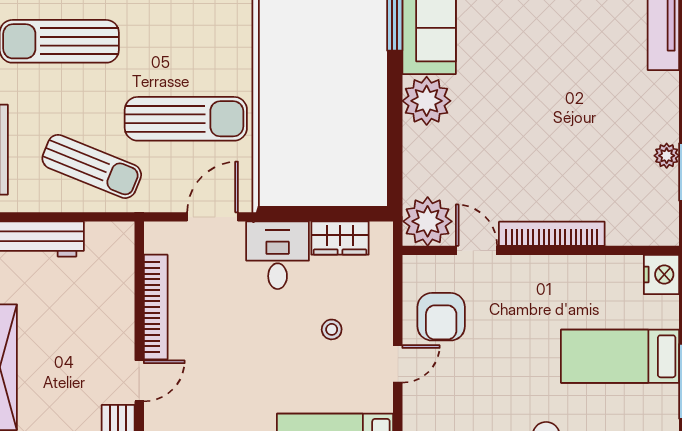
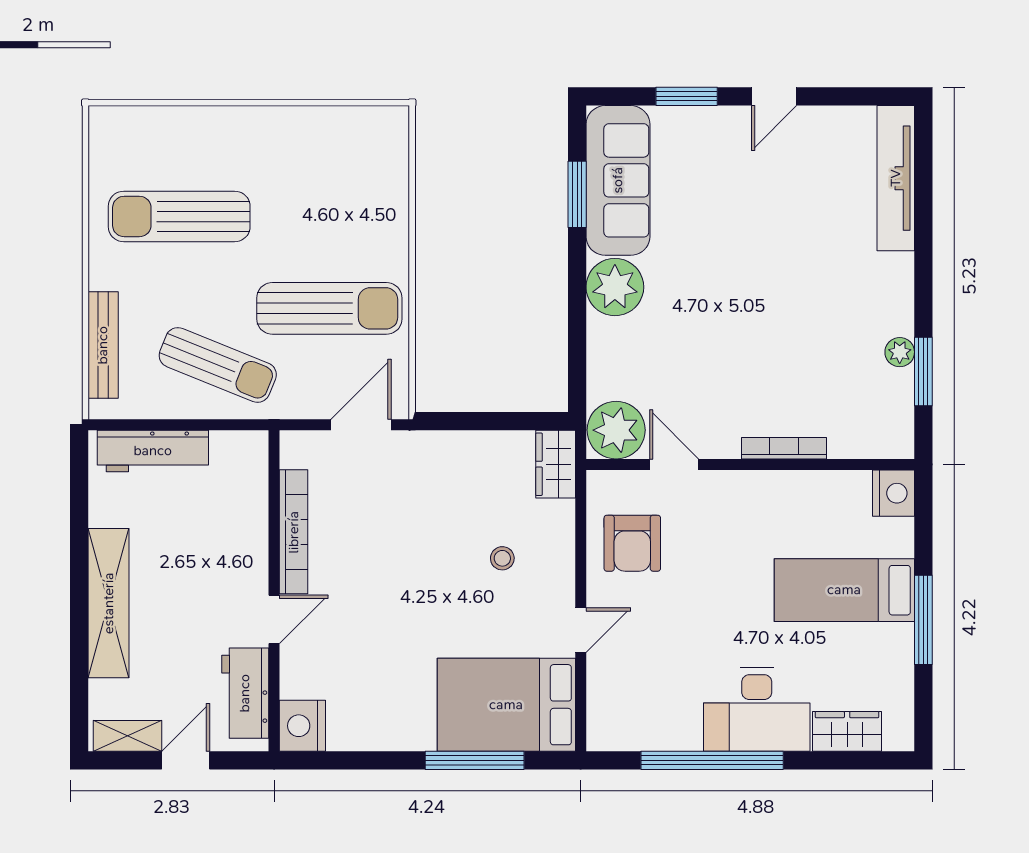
bookcase: (552, 234) -> (784, 448), width x0.68, depth x0.76
wardrobe: (340, 238) -> (556, 464), moved, turned 90
desk: (278, 255) -> (438, 470), removed
door: (398, 364) -> (581, 630), moved

